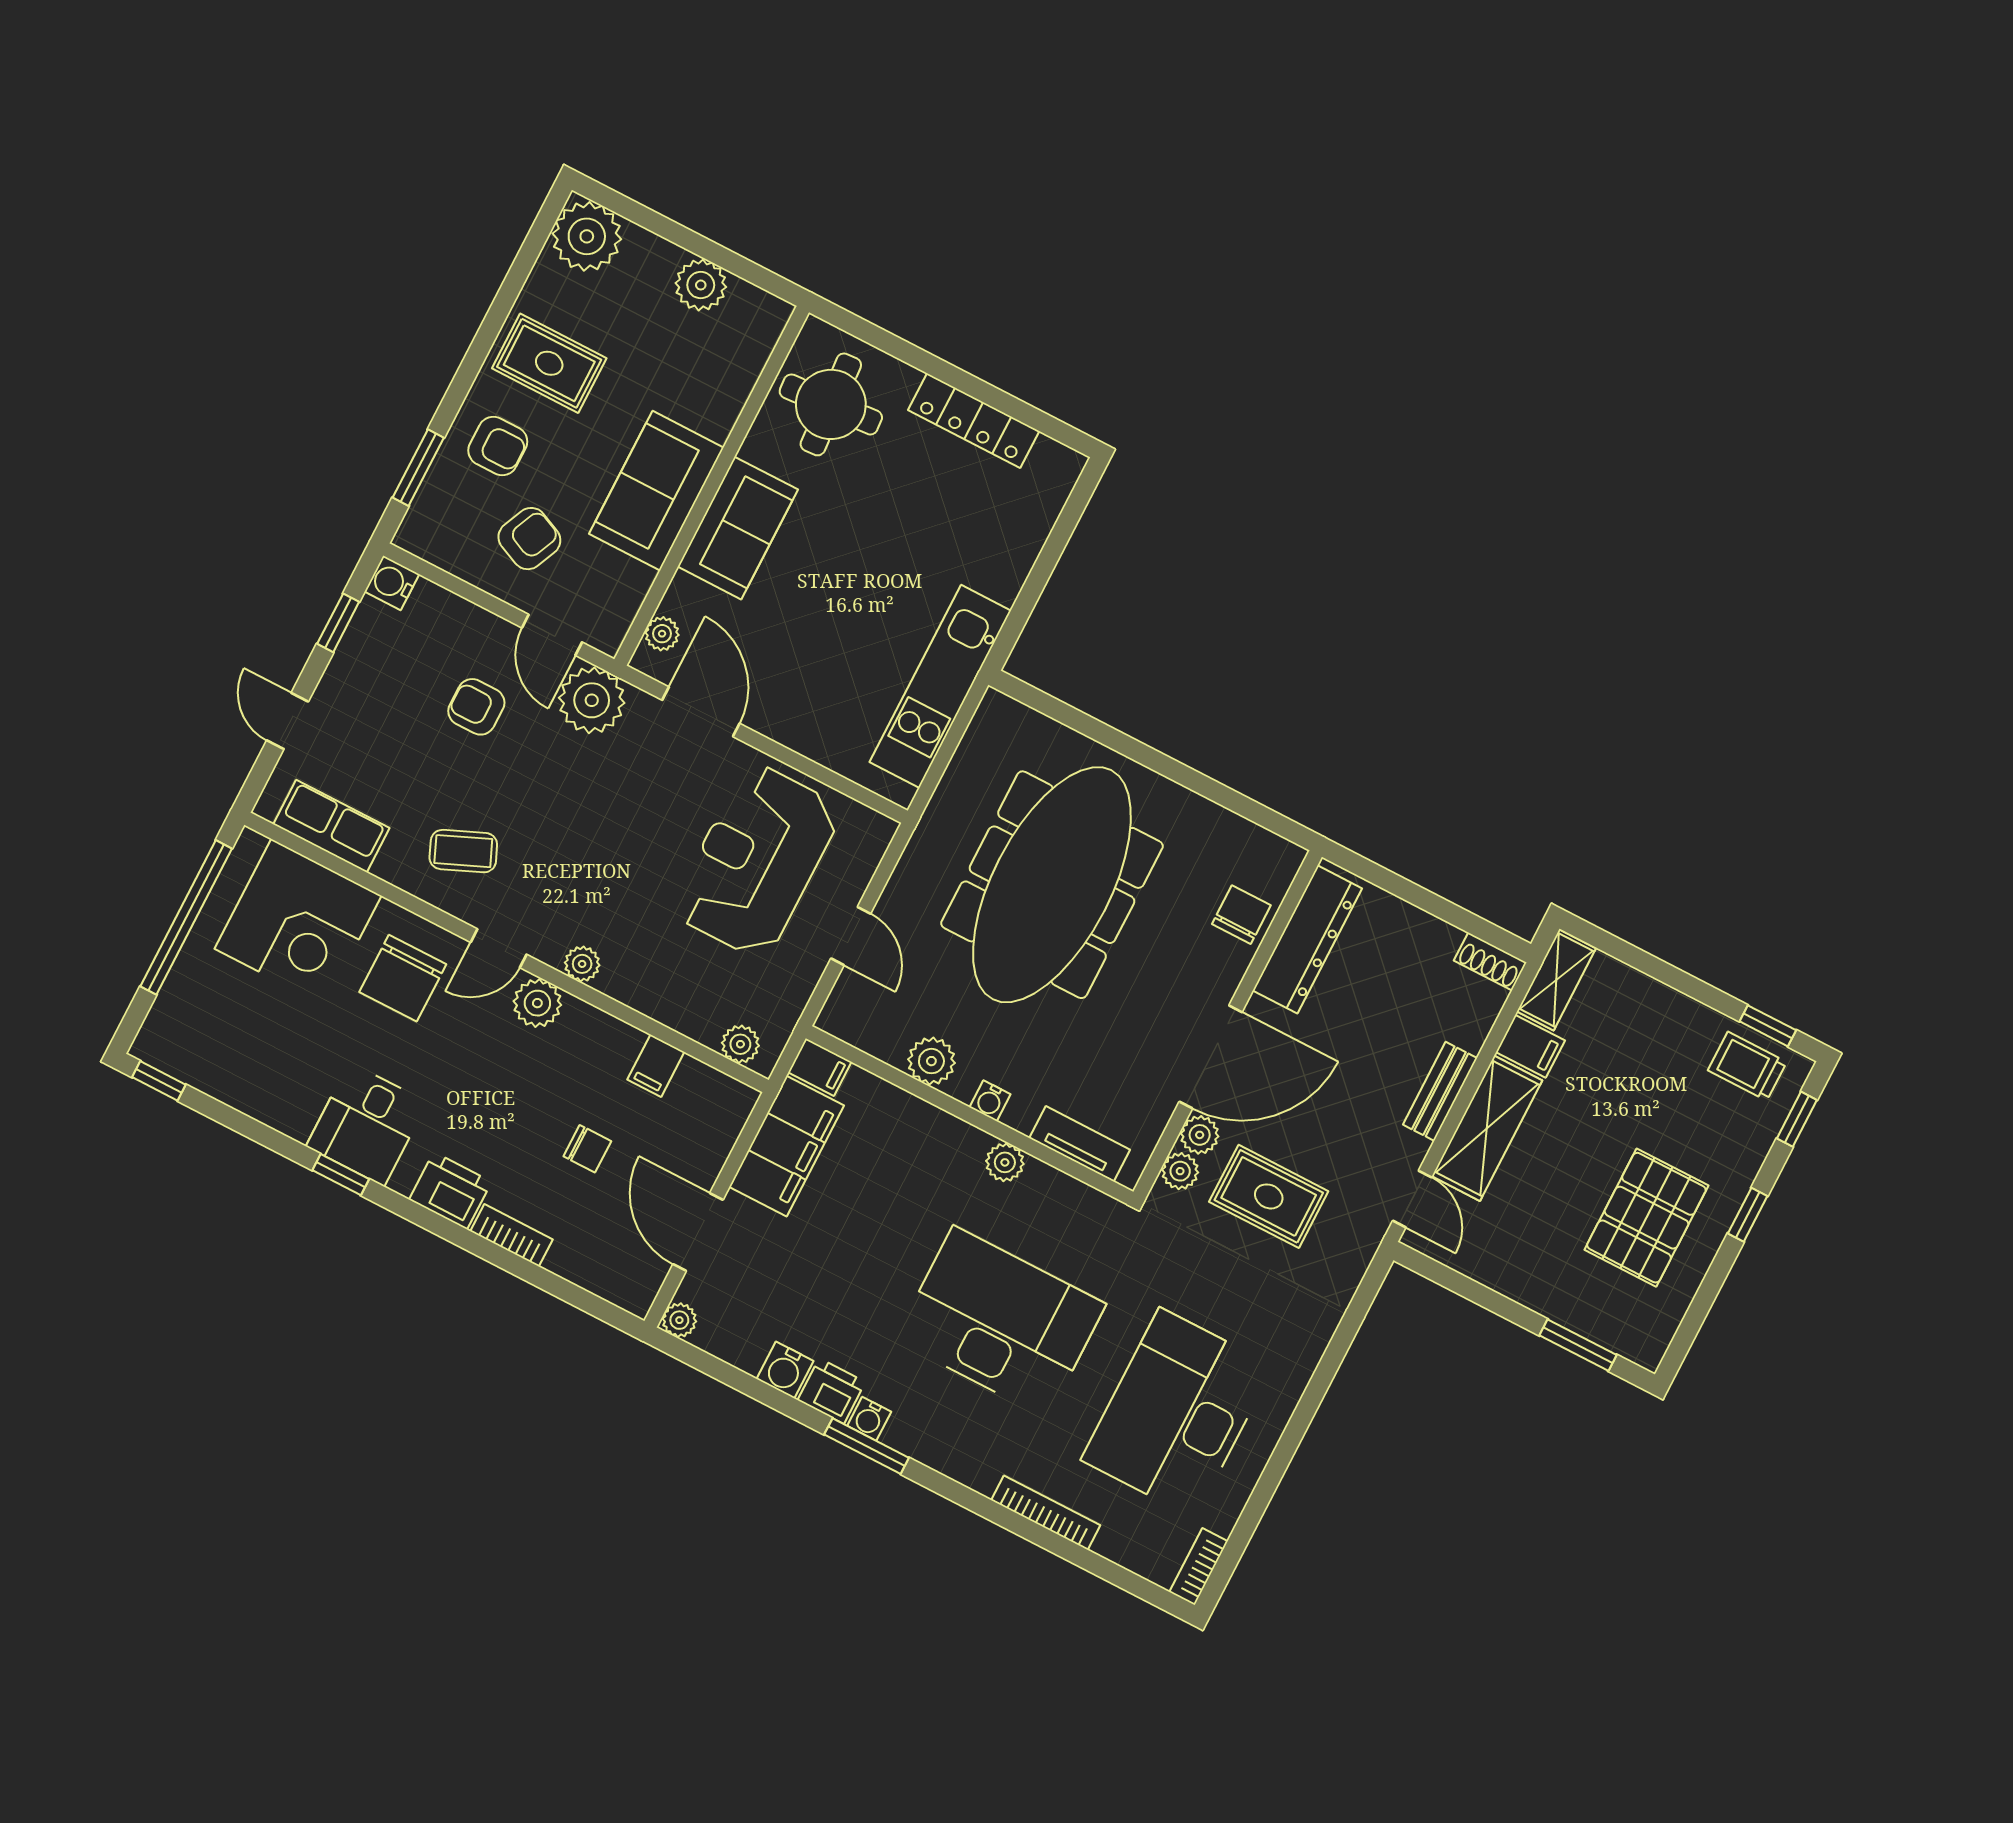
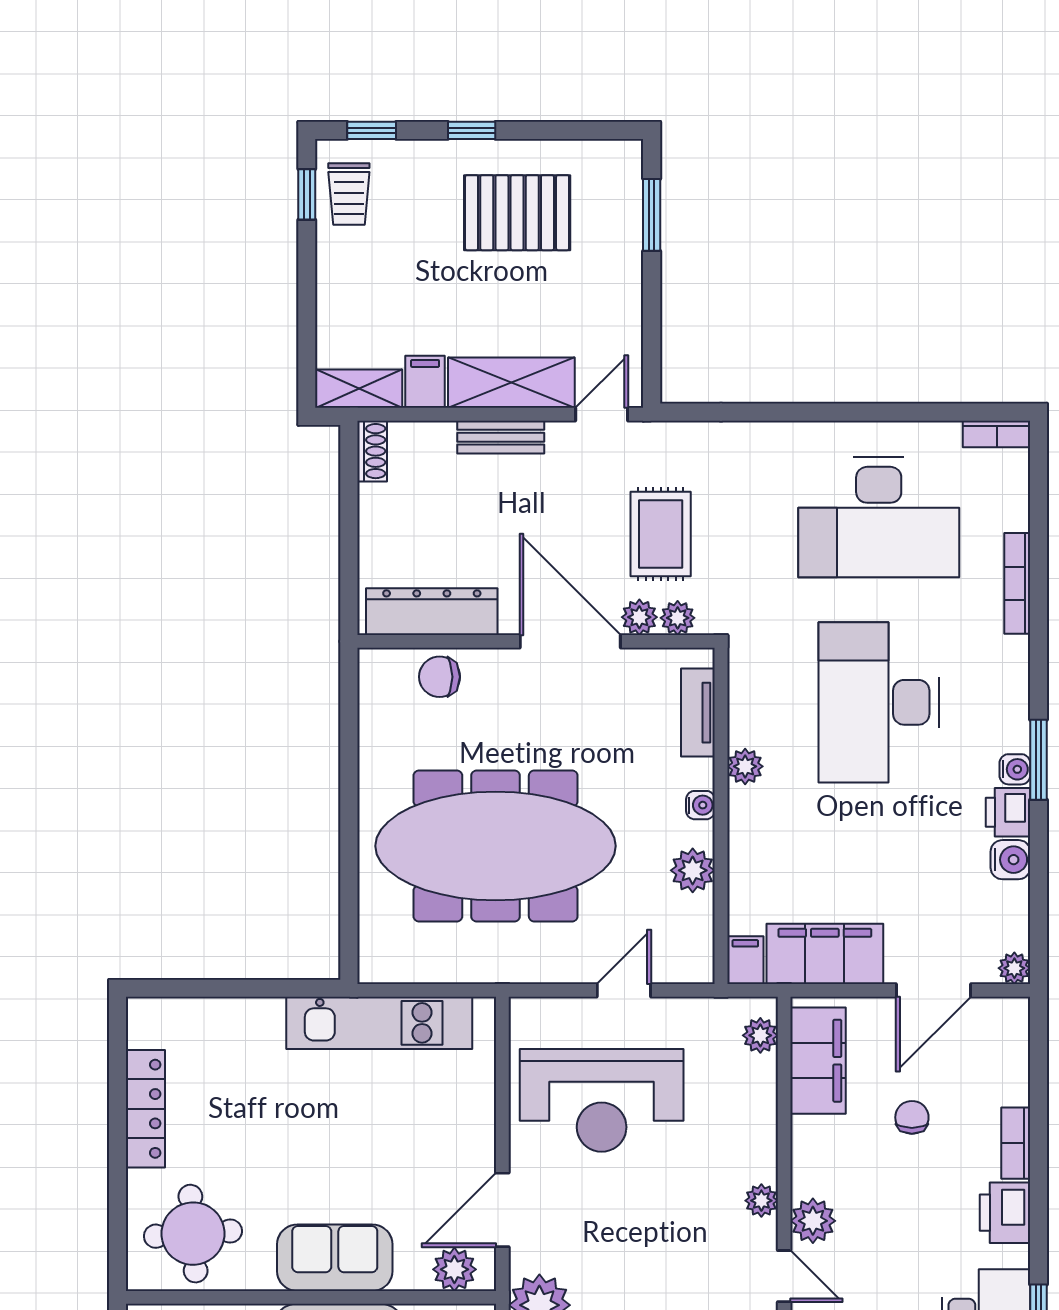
plant: (662, 634) -> (454, 1269), width x1.38, depth x1.38
filing cabinet: (656, 1066) -> (818, 1061), width x3.00, depth x1.17

